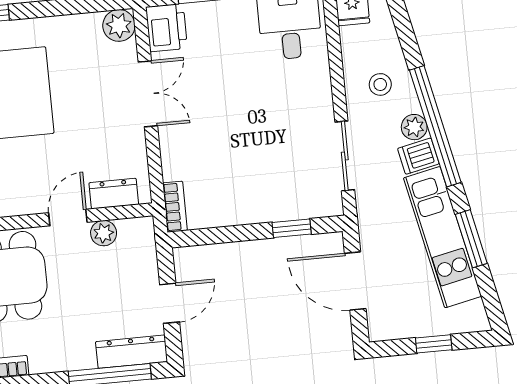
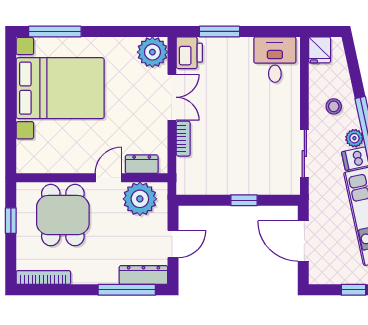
plant: (119, 25) -> (152, 52), width x1.36, depth x1.36
bookcase: (175, 207) -> (183, 139), moved
window: (292, 228) -> (244, 200), moved
plant: (104, 233) -> (140, 199), width x1.88, depth x1.88

